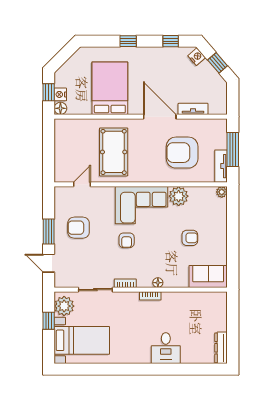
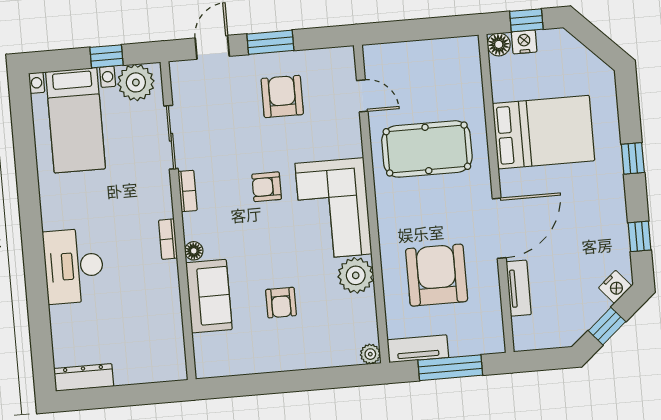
sofa: (208, 276) -> (209, 296), moved
desk: (166, 348) -> (74, 266), width x1.37

